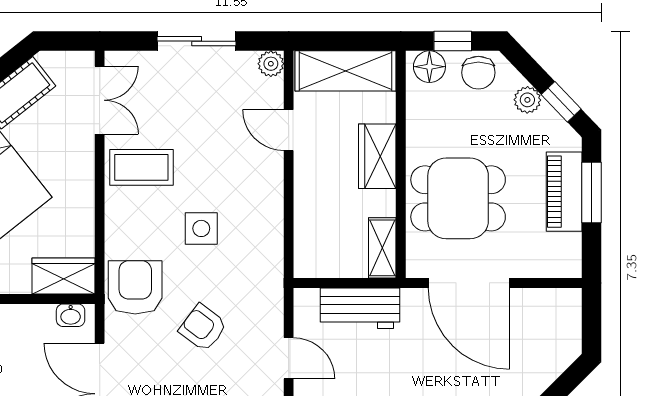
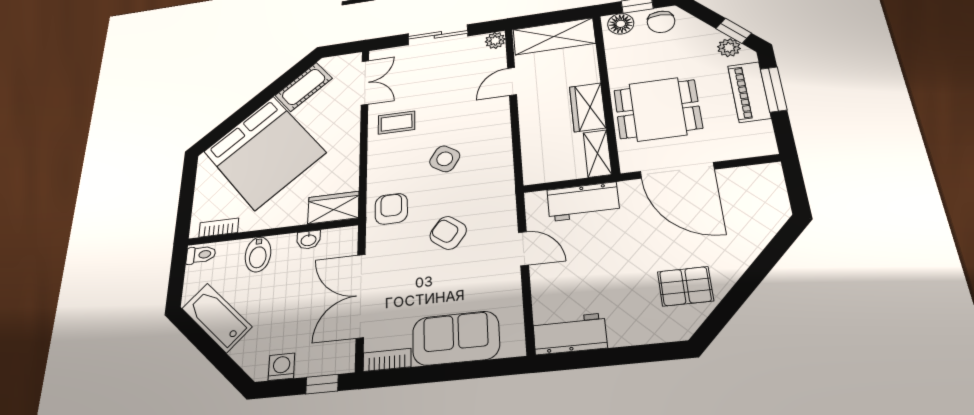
plant: (527, 100) -> (729, 48), moved
door: (289, 130) -> (512, 81), hinge flipped
wardrobe: (377, 156) -> (588, 107), moved
coffee table: (141, 167) -> (397, 123), width x0.73, depth x0.77
side table: (201, 228) -> (445, 159), turned 32
armchair: (135, 287) -> (391, 209), width x0.72, depth x0.72
washbasin: (71, 315) -> (309, 240), moved

